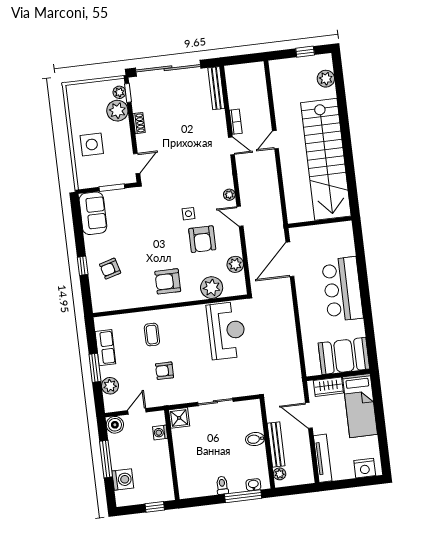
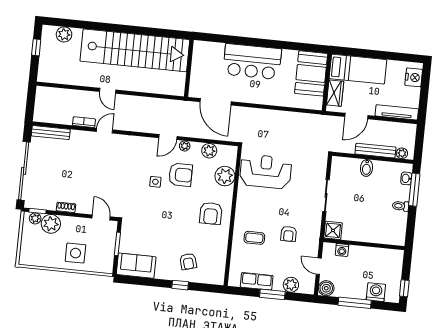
plant: (229, 195) -> (185, 146), moved
window: (155, 507) -> (404, 288), moved

